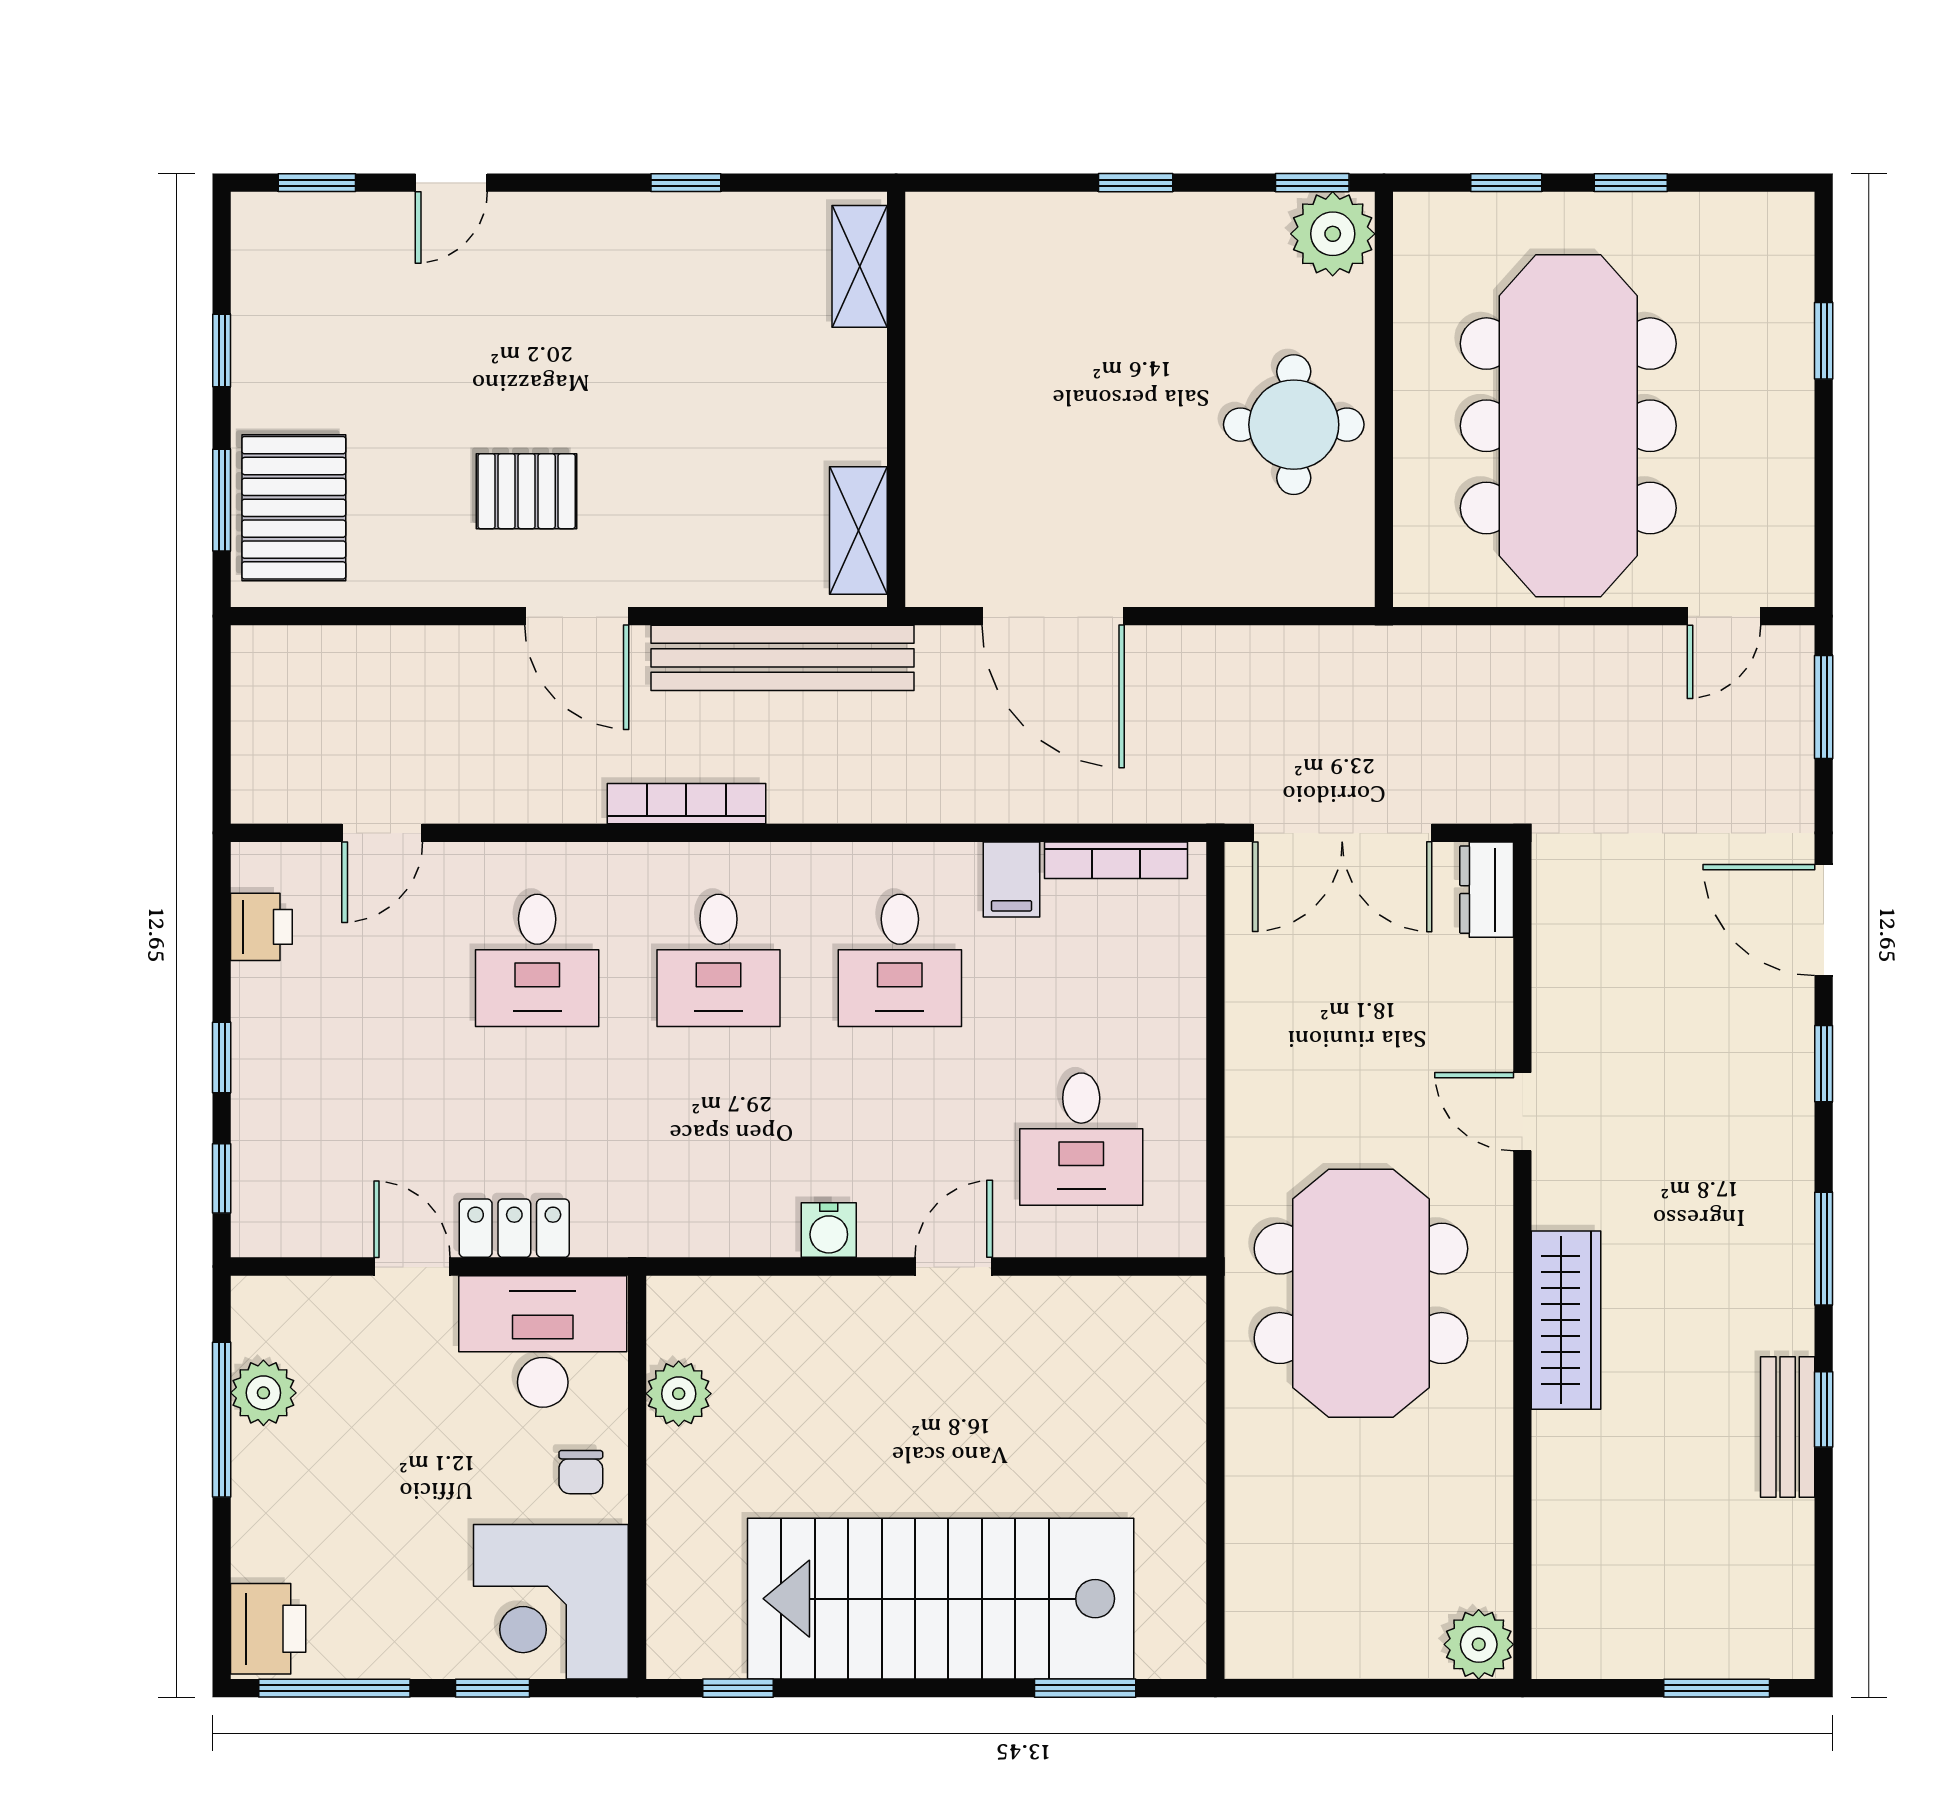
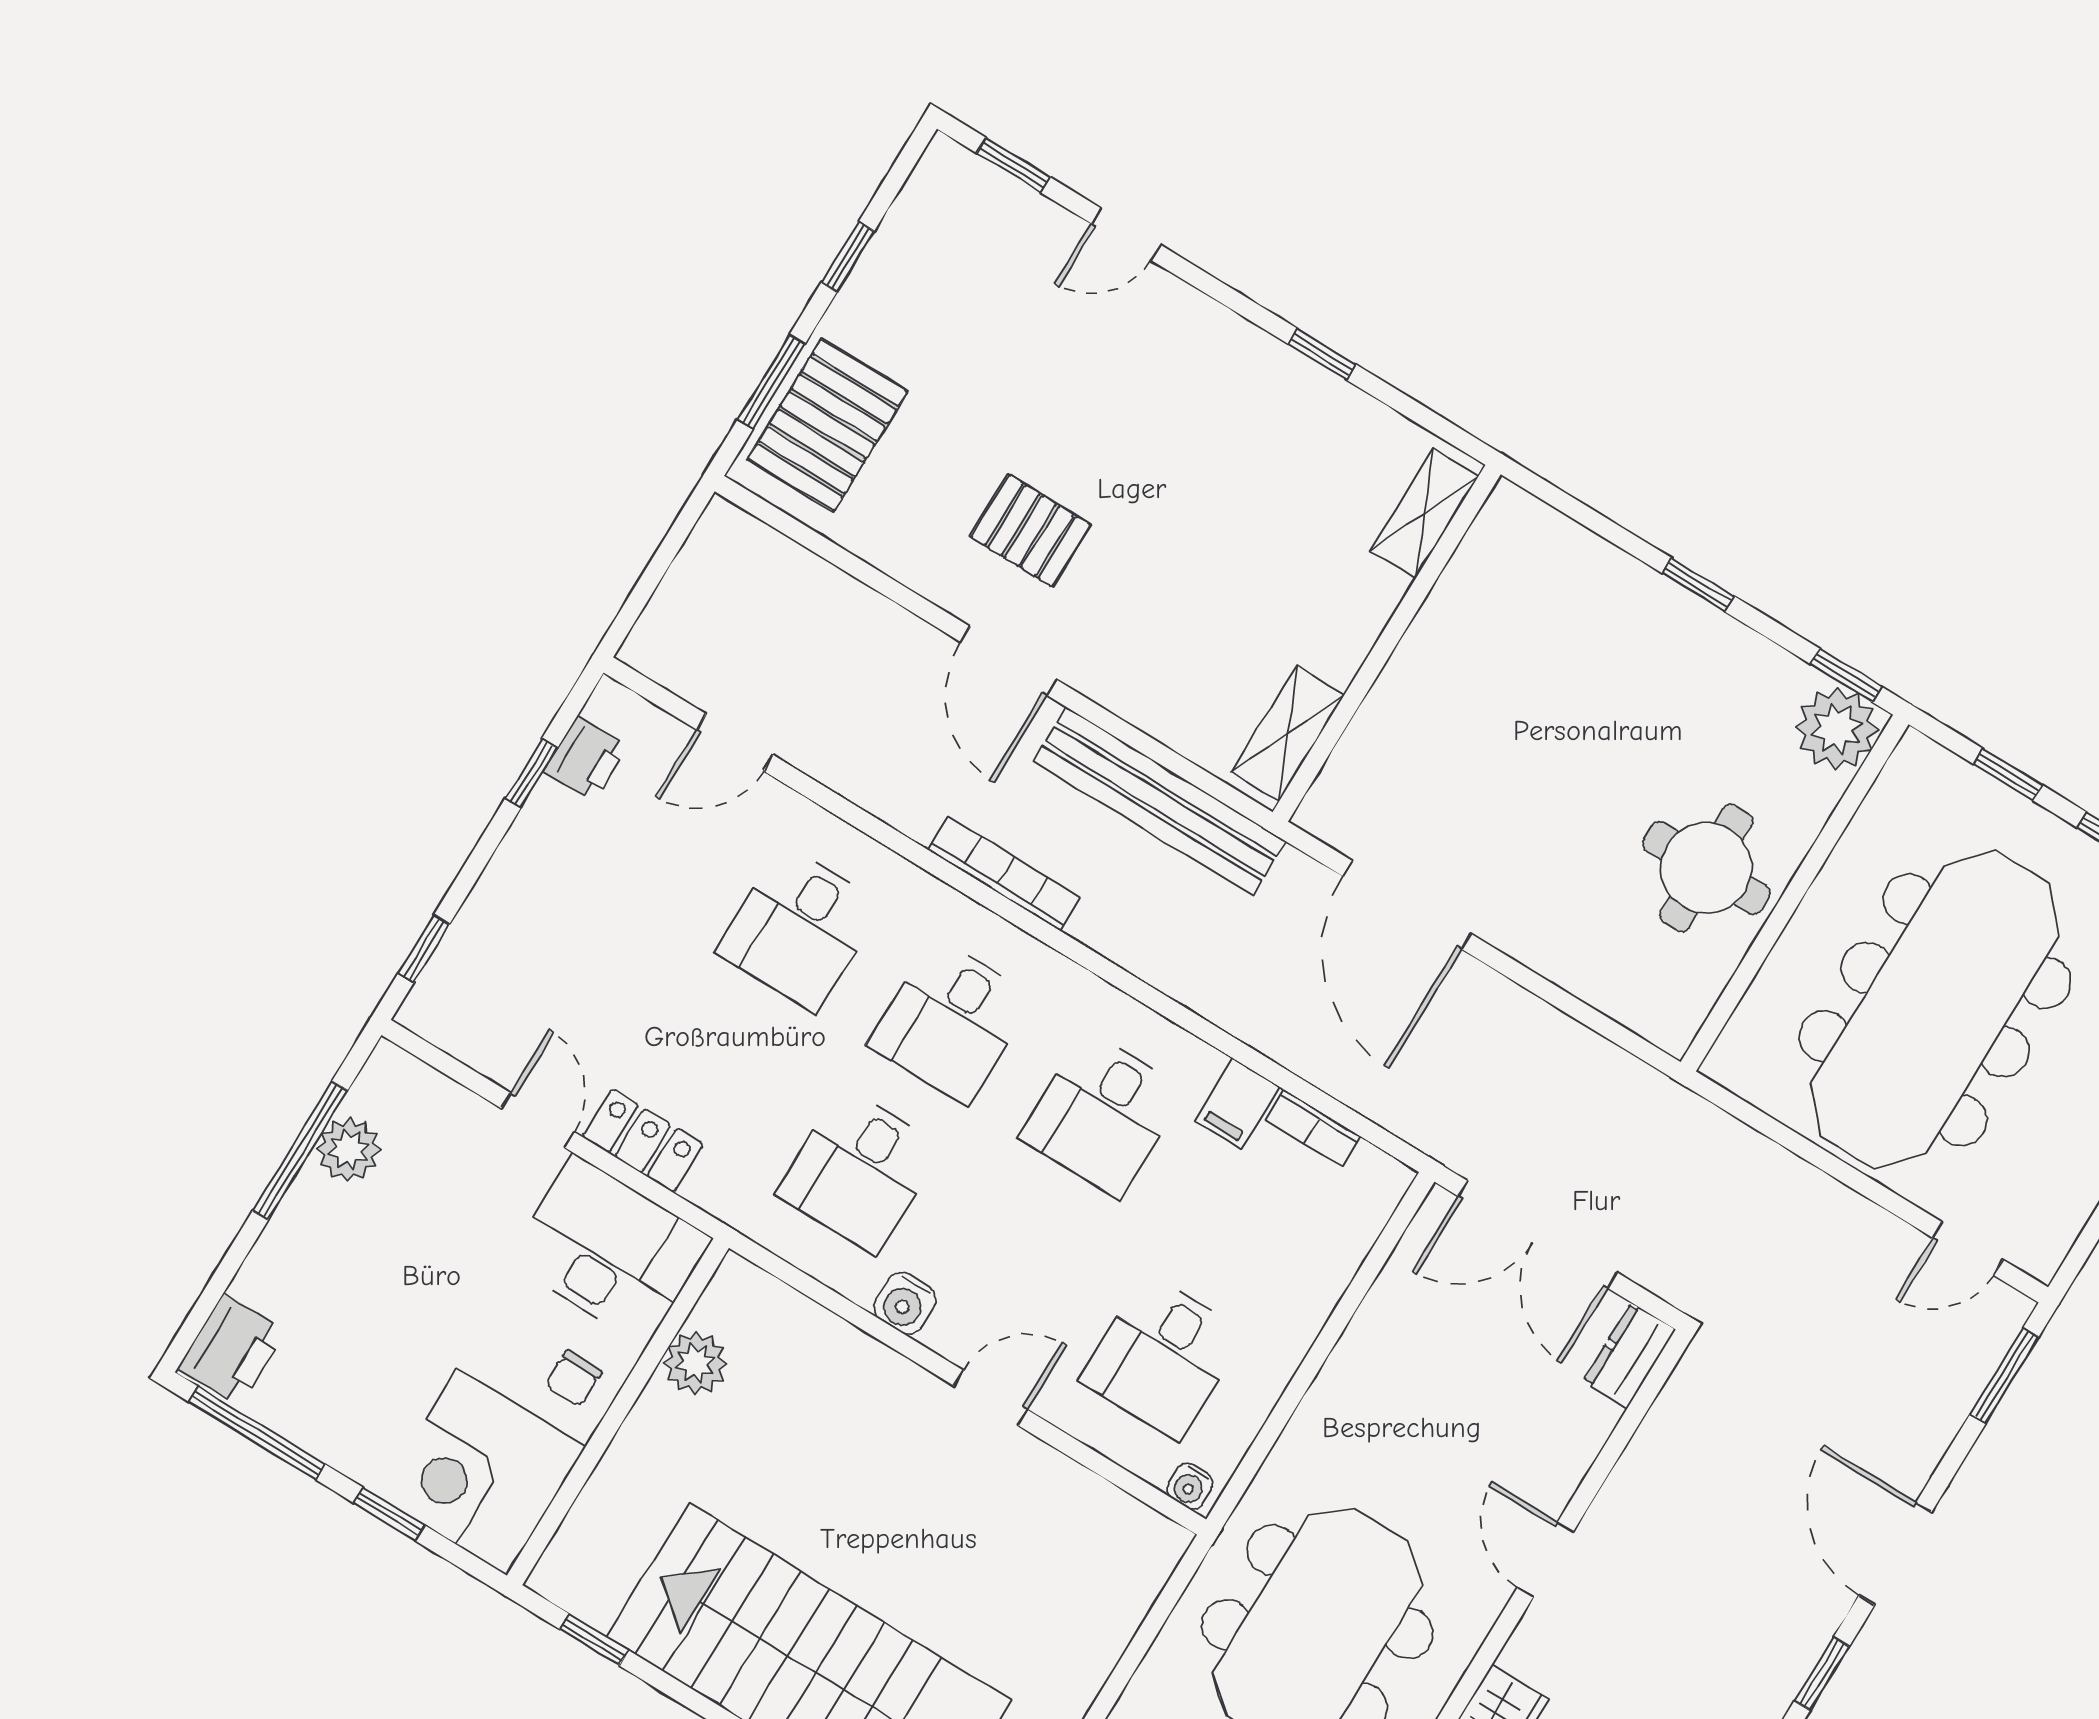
bookcase: (1116, 860) -> (1313, 1128), width x0.64
window: (222, 1057) -> (531, 773), moved
desk: (719, 1139) -> (859, 1171), added
water cooler: (1174, 1237) -> (1190, 1486), added

